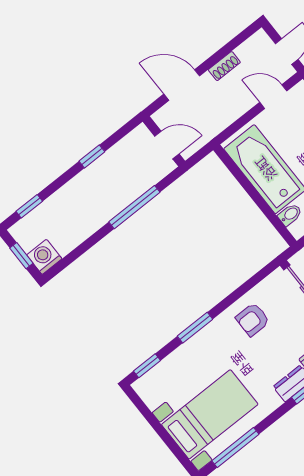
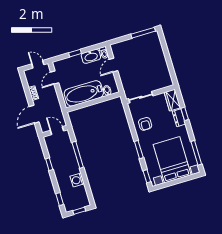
door: (167, 145) -> (57, 131), hinge flipped
washing machine: (44, 257) -> (77, 180), moved
bed with nightstands: (210, 414) -> (172, 160), width x1.36

